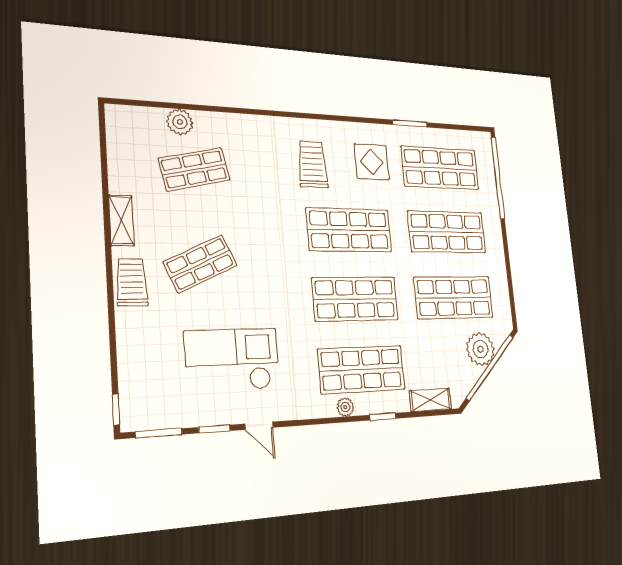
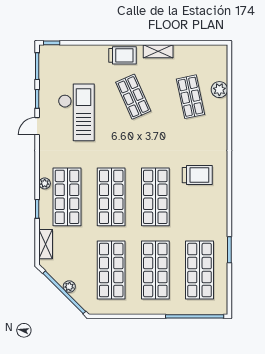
display table: (372, 162) -> (201, 218), removed
plant: (481, 349) -> (69, 287), width x0.53, depth x0.53

